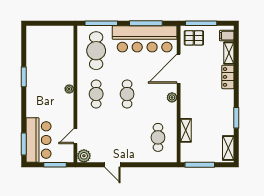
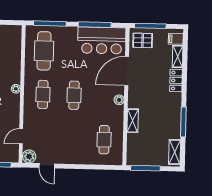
bar counter: (145, 39) -> (102, 40), width x0.73
window: (236, 118) -> (183, 122), width x1.44
shelving: (186, 130) -> (133, 121), moved
door: (112, 165) -> (47, 166), moved

